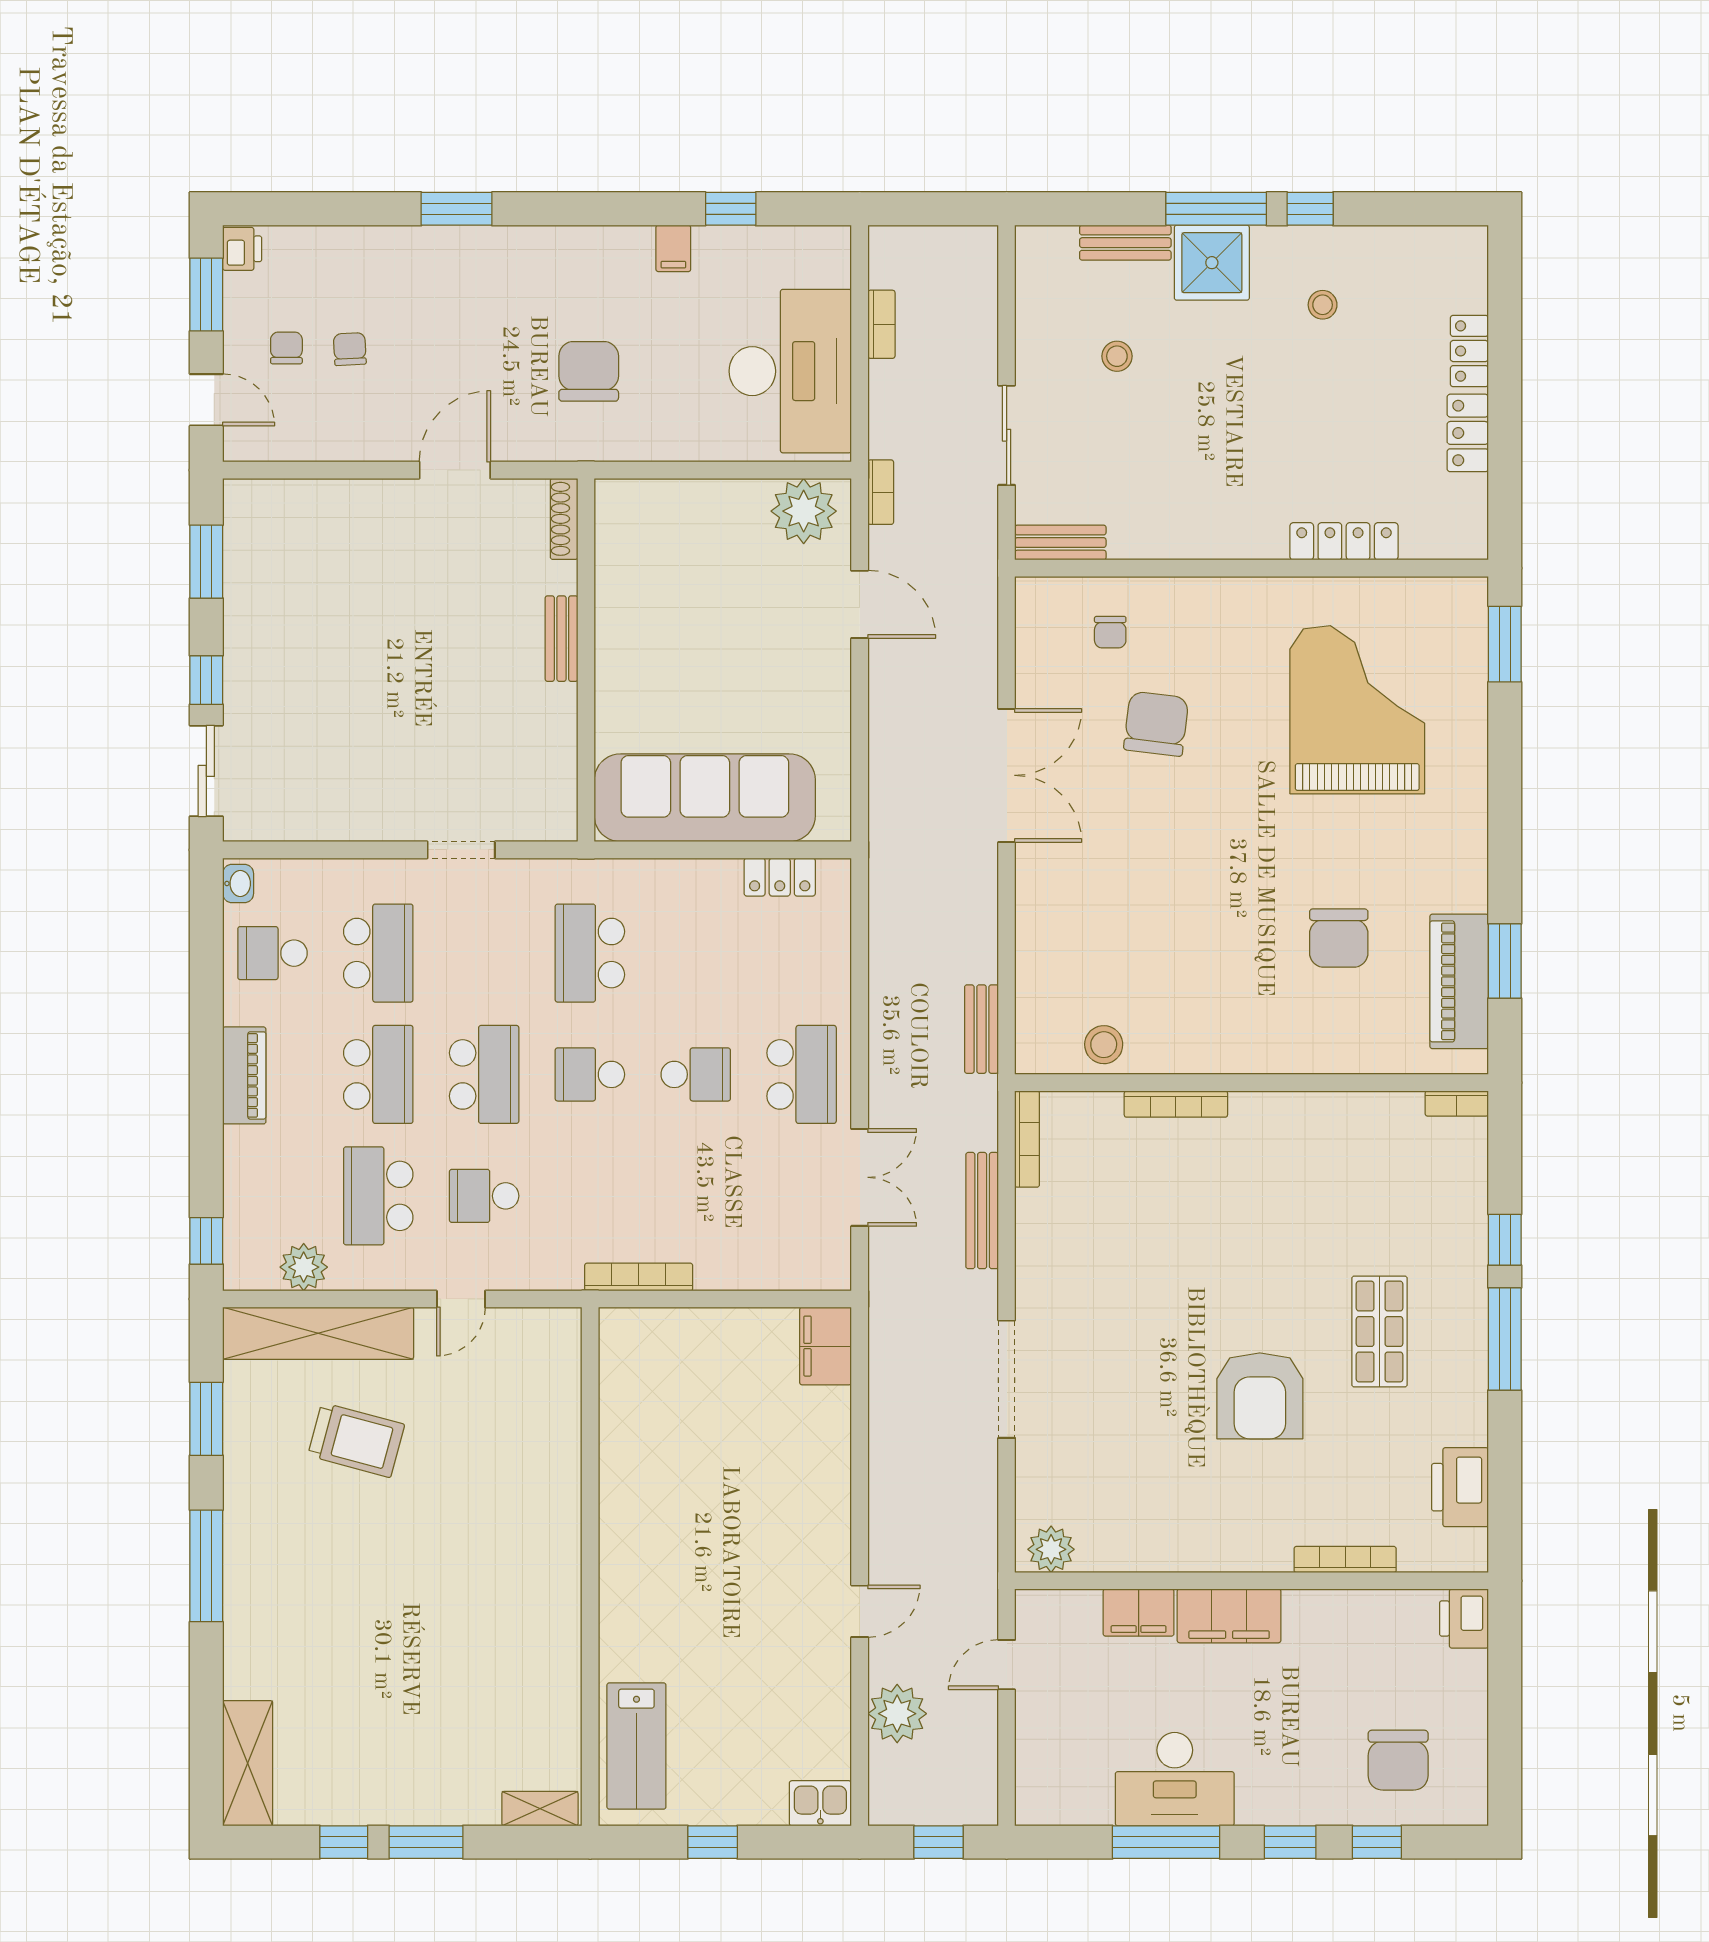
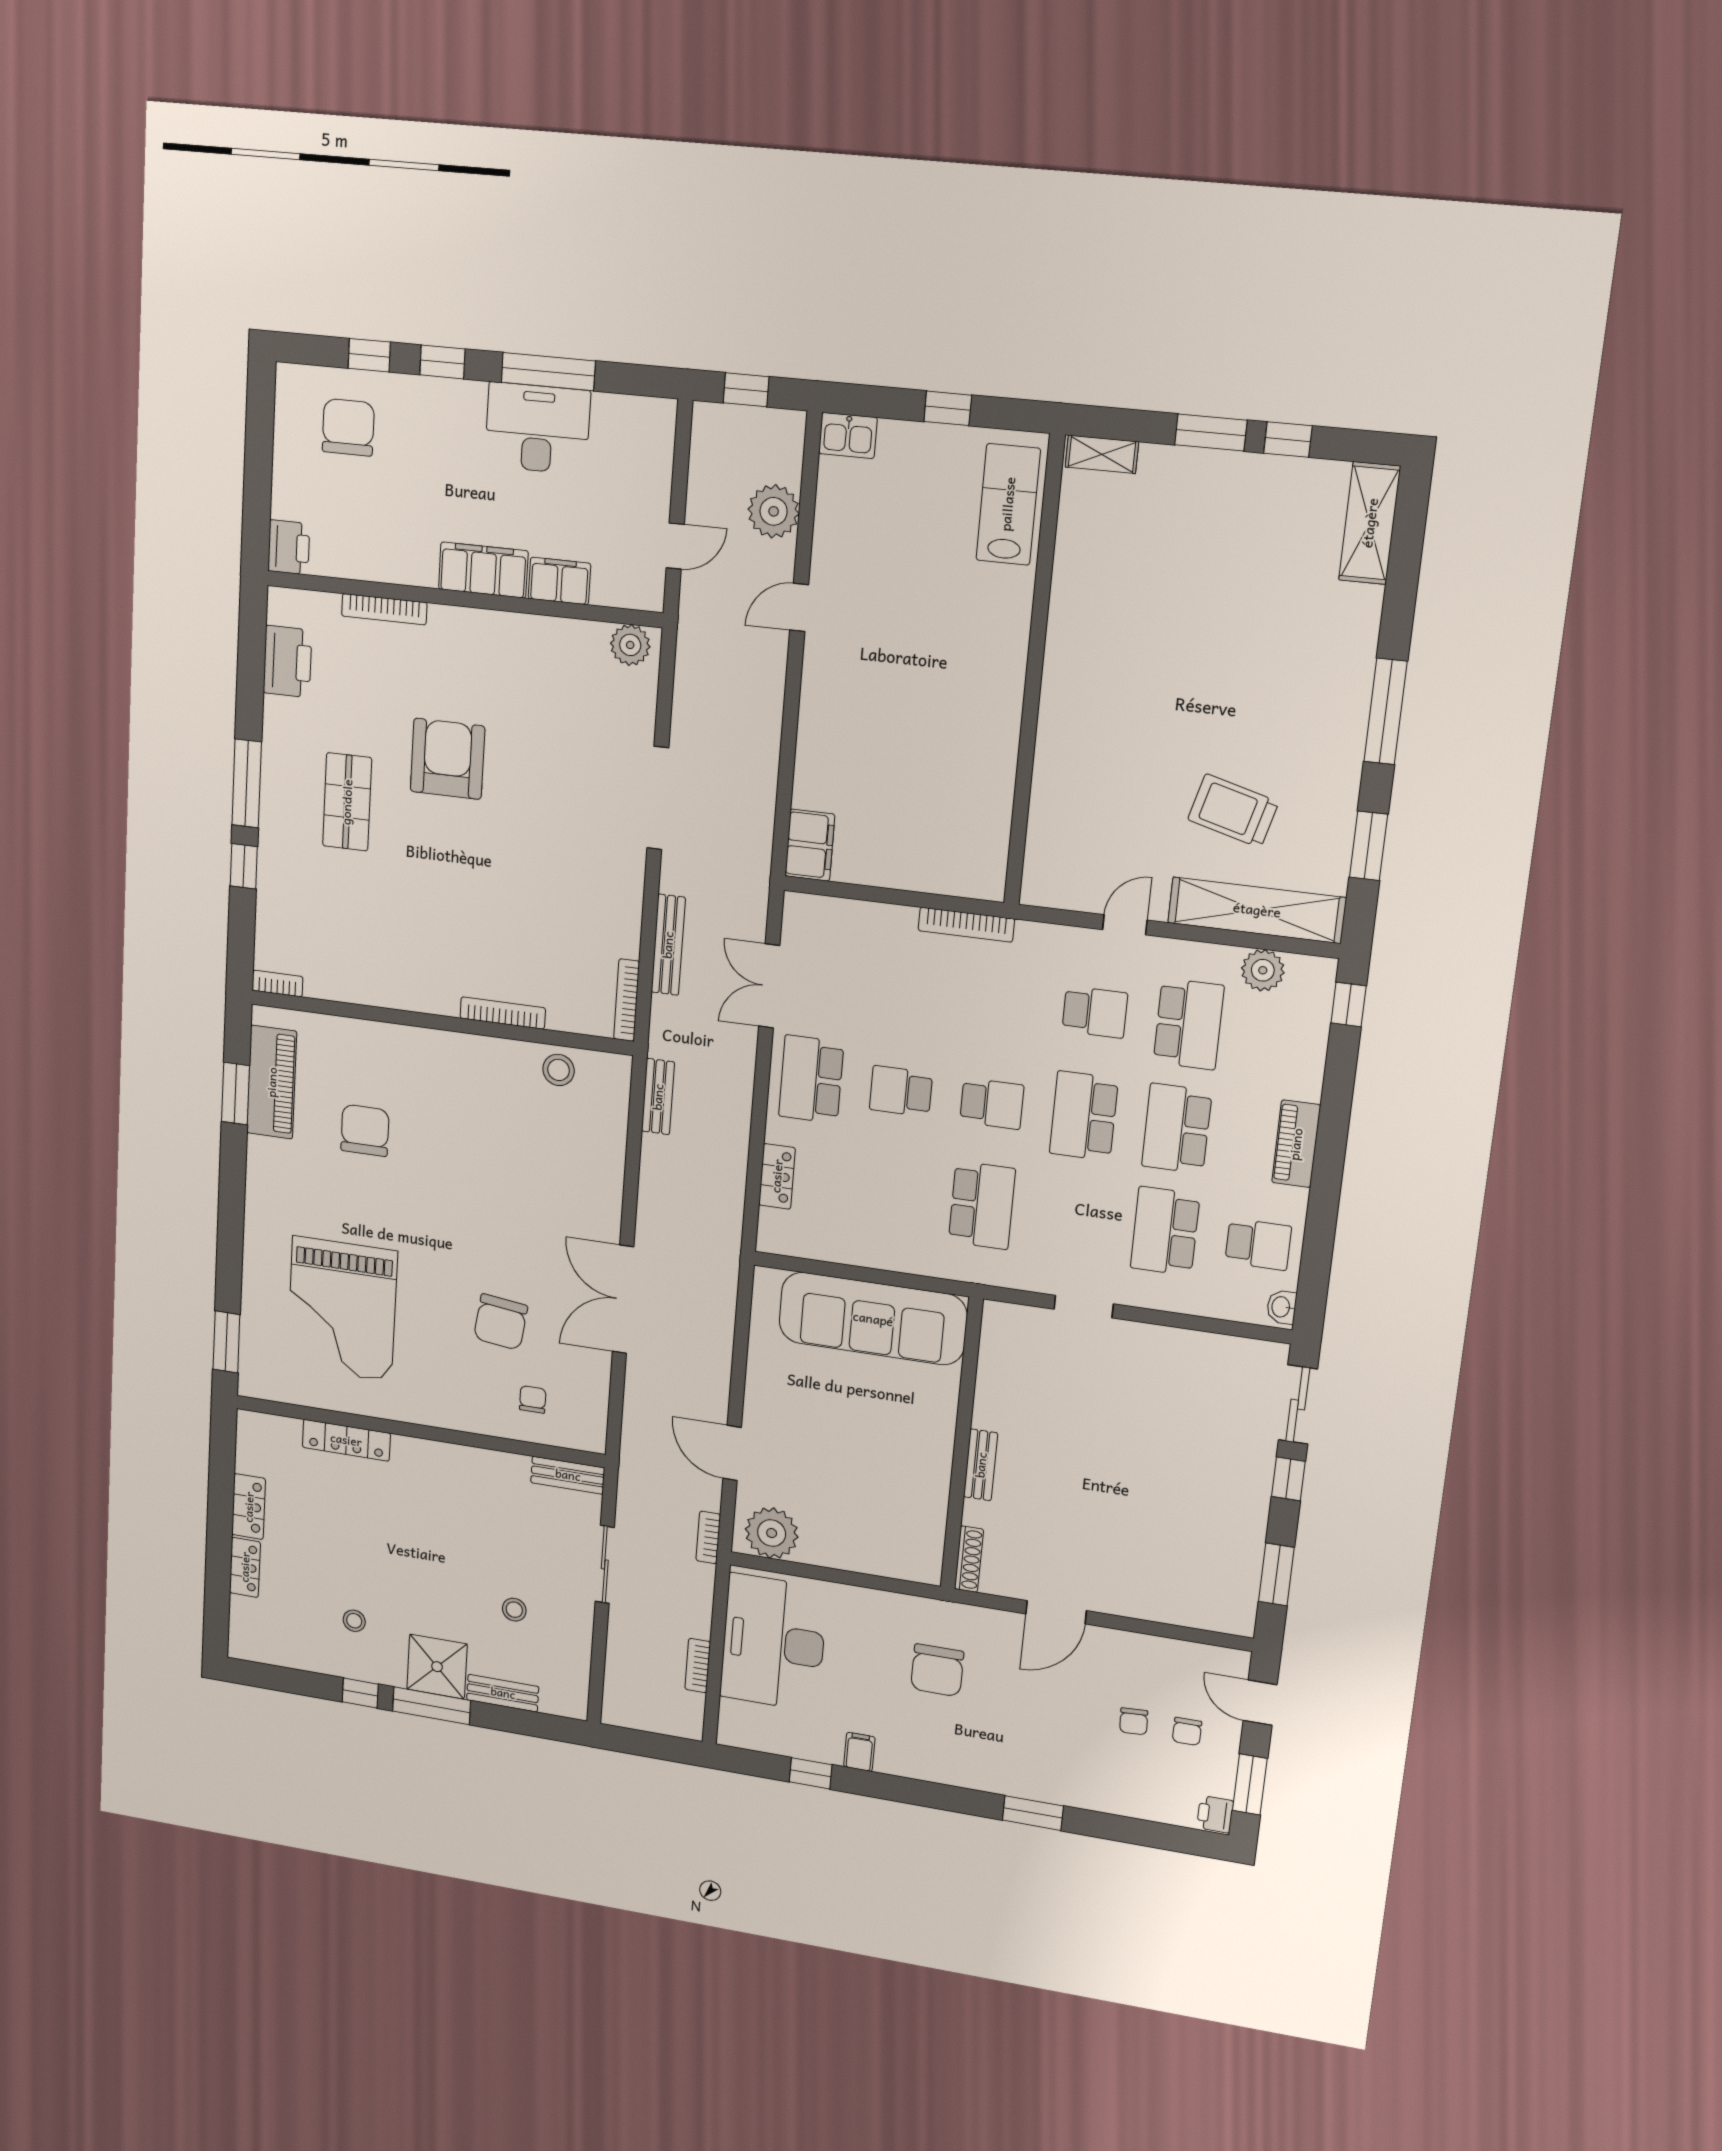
locker: (780, 877) -> (777, 1176), moved, turned 90

